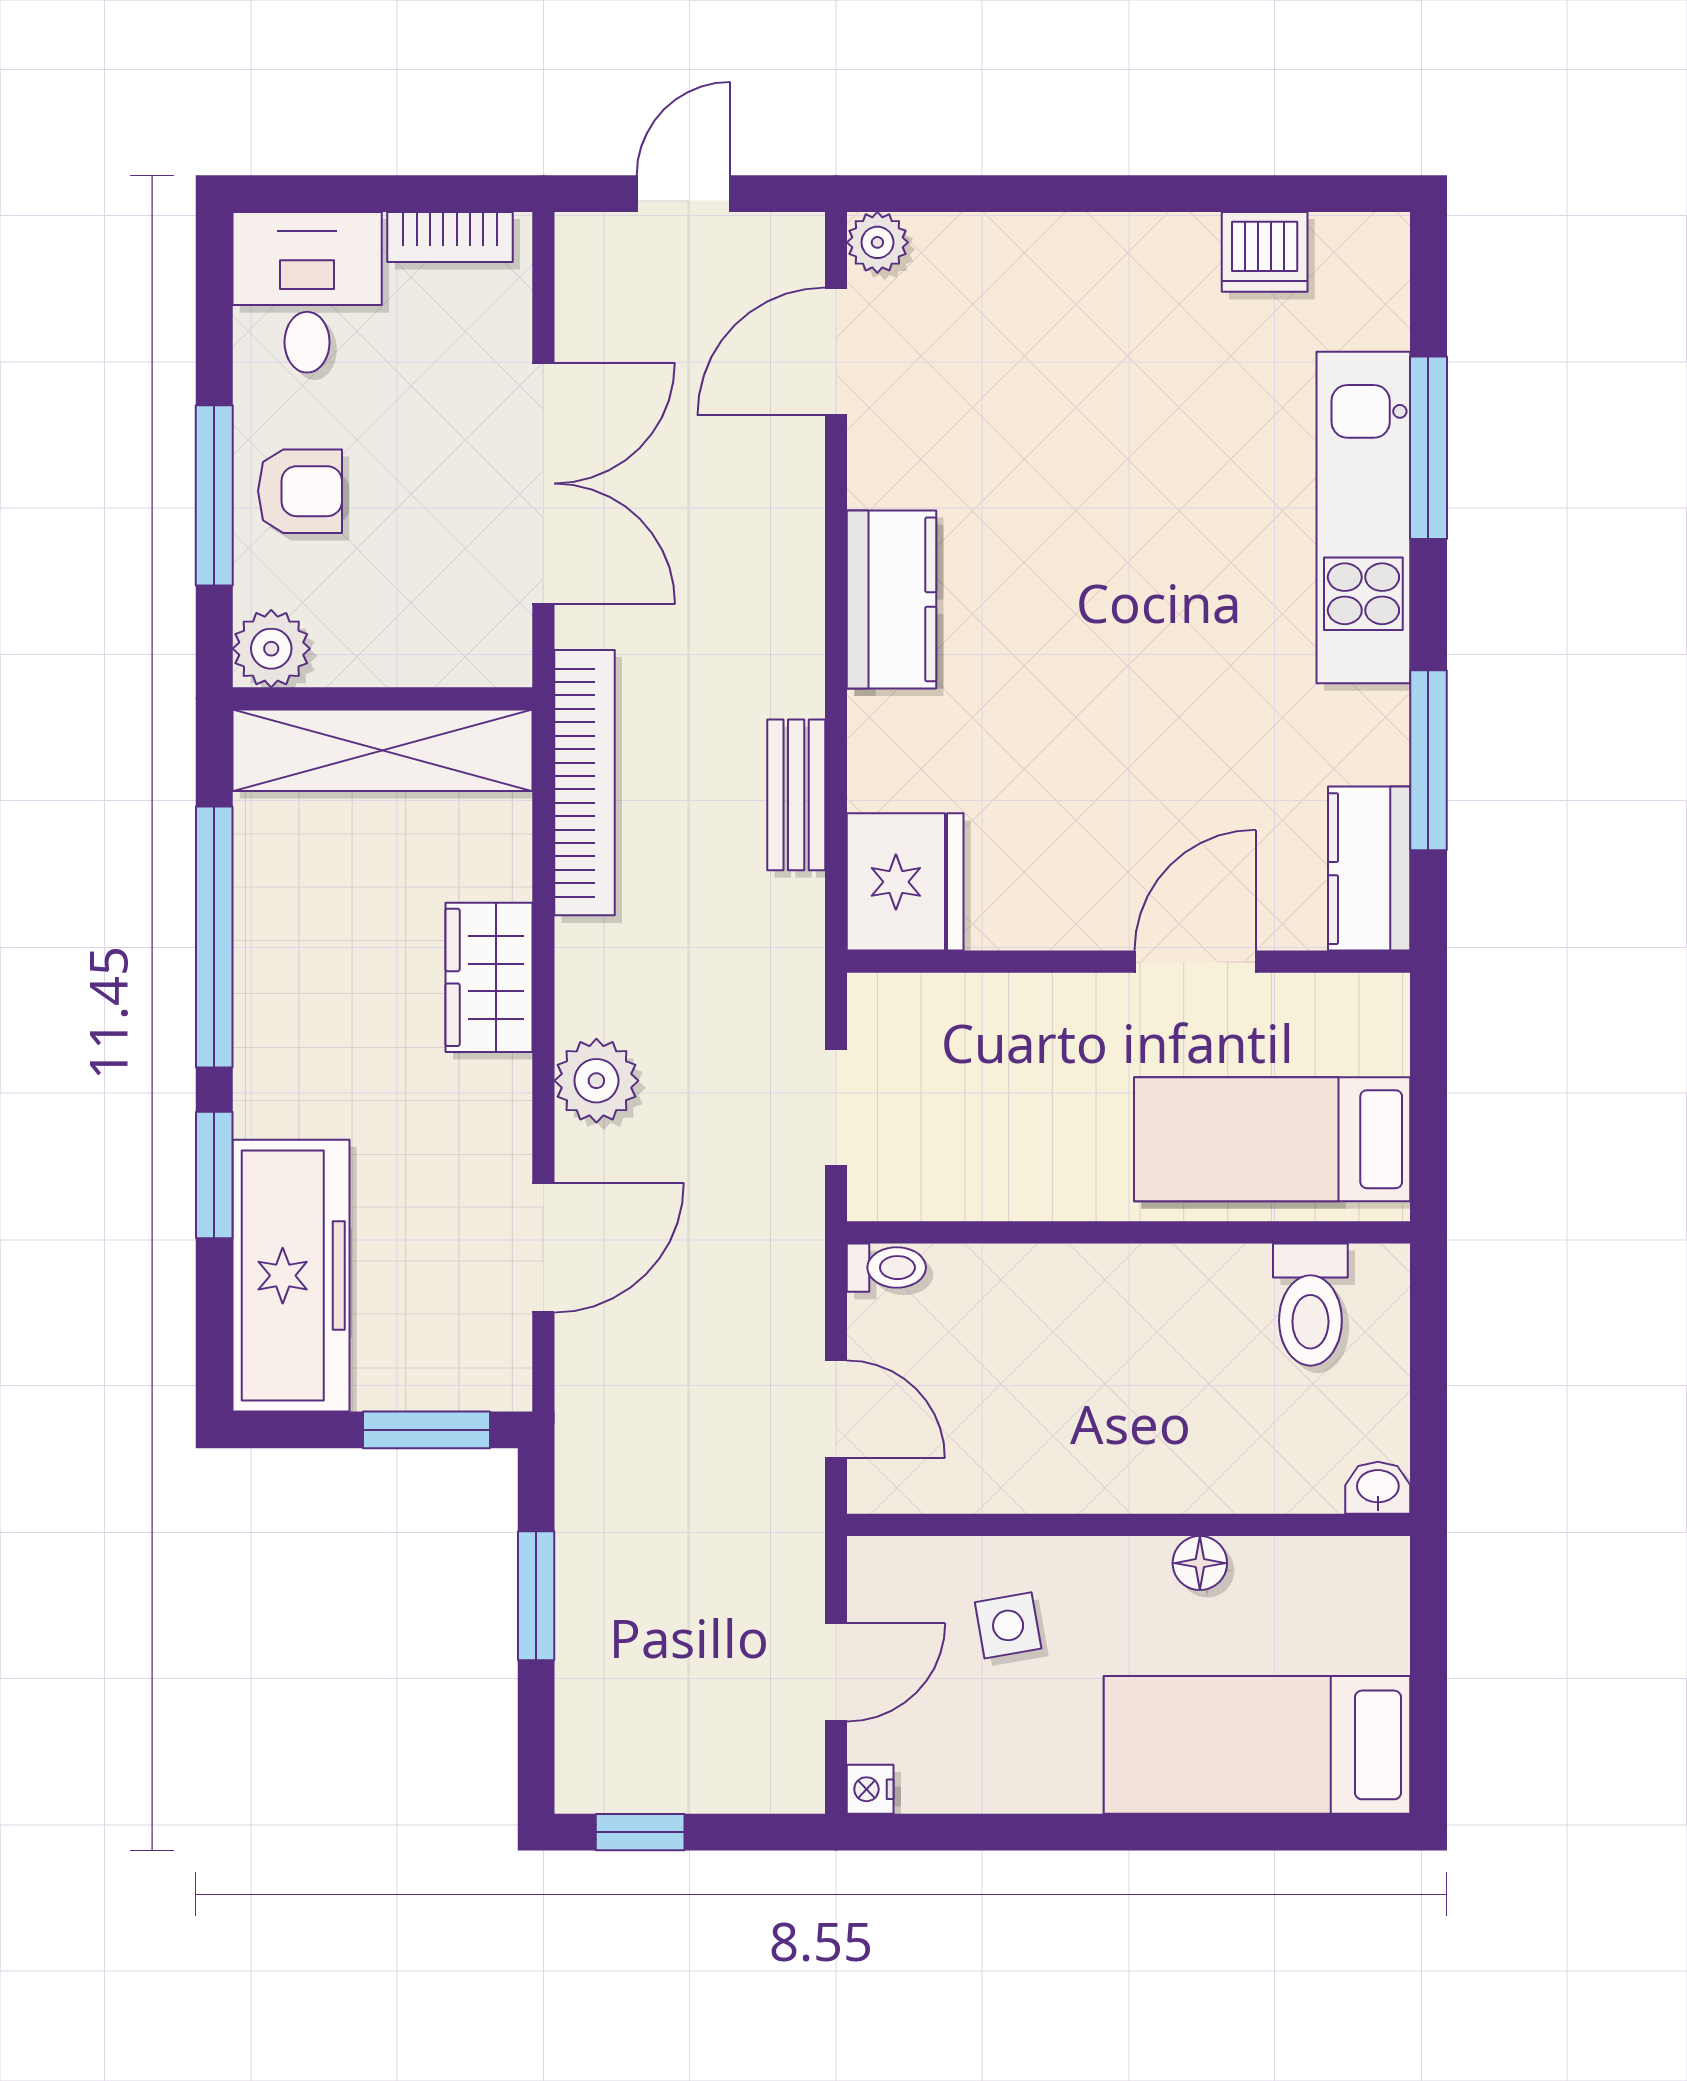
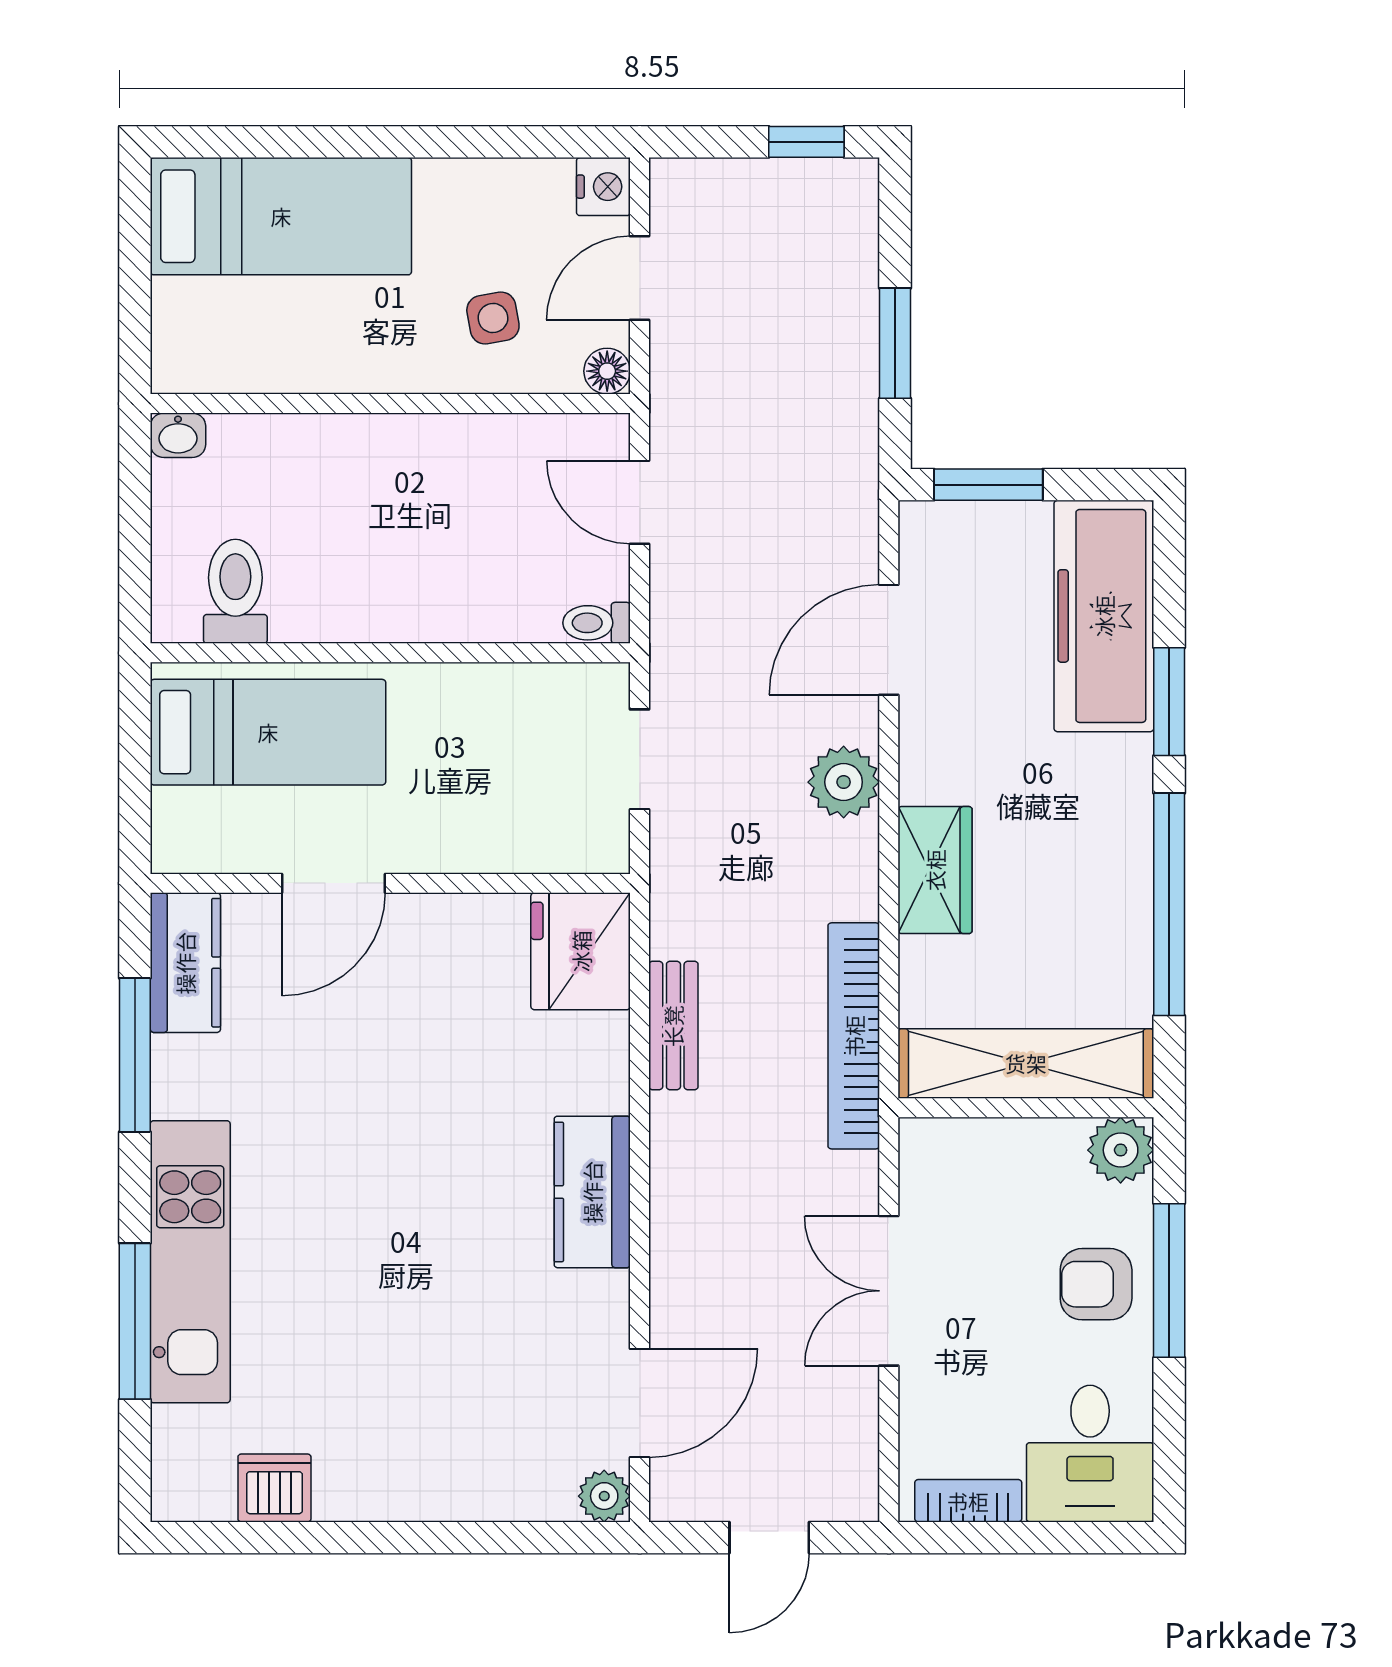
double door: (543, 483) -> (889, 1291), width x0.73
floor lamp: (1200, 1563) -> (607, 371), moved
nightstand: (870, 1789) -> (603, 187), width x1.39, depth x1.35

